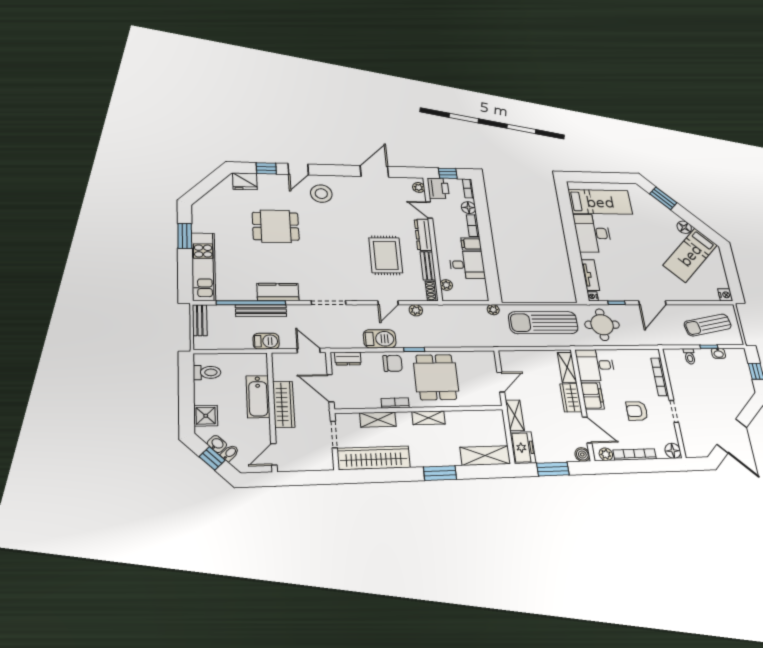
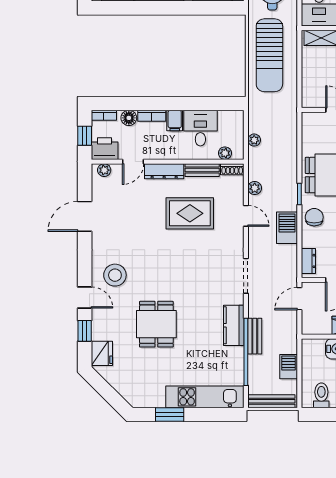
door: (374, 171) -> (85, 216), hinge flipped
plant: (493, 310) -> (254, 140), moved
bench: (261, 311) -> (255, 336), width x0.73
bench: (200, 320) -> (271, 401), width x1.36
barbecue: (266, 341) -> (289, 367), moved

